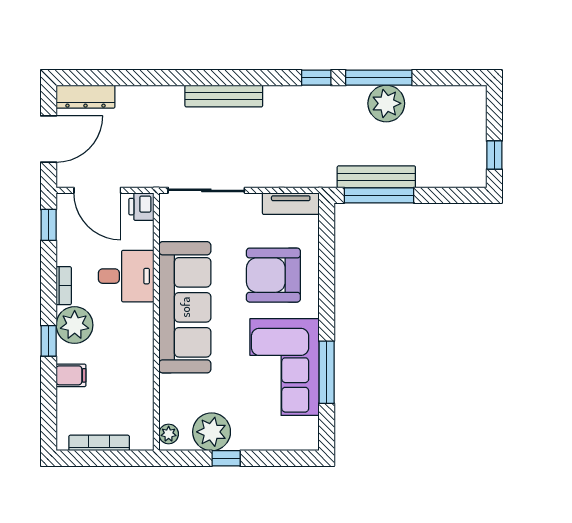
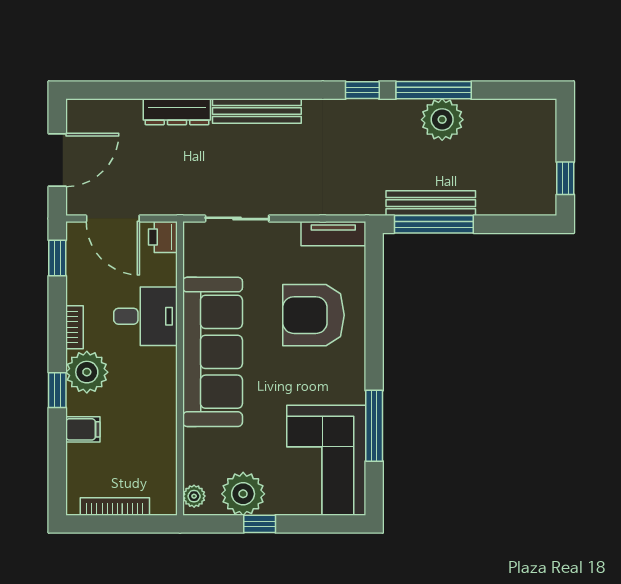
dresser: (85, 97) -> (177, 112), moved
sliding door: (206, 190) -> (237, 218), width x0.73
corner sofa: (285, 367) -> (326, 460), moved

